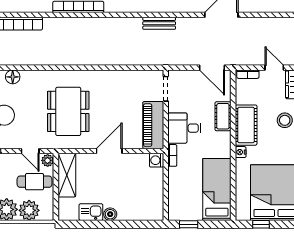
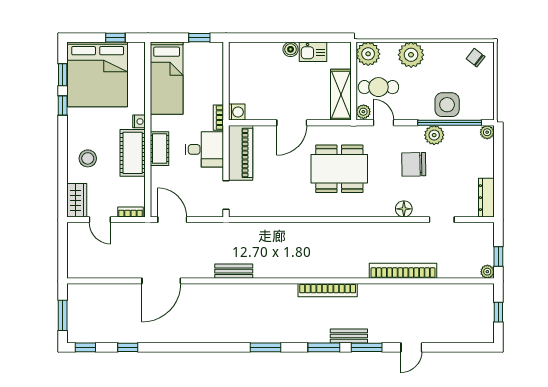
dining table: (68, 111) -> (339, 169), turned 90
cot: (223, 116) -> (160, 149), moved
plant: (29, 210) -> (368, 54), moved

